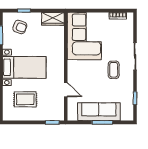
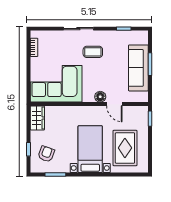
floor lamp: (72, 77) -> (100, 97), added
door: (66, 90) -> (114, 104), swing flipped
rug: (25, 99) -> (125, 148), width x1.36, depth x1.43

